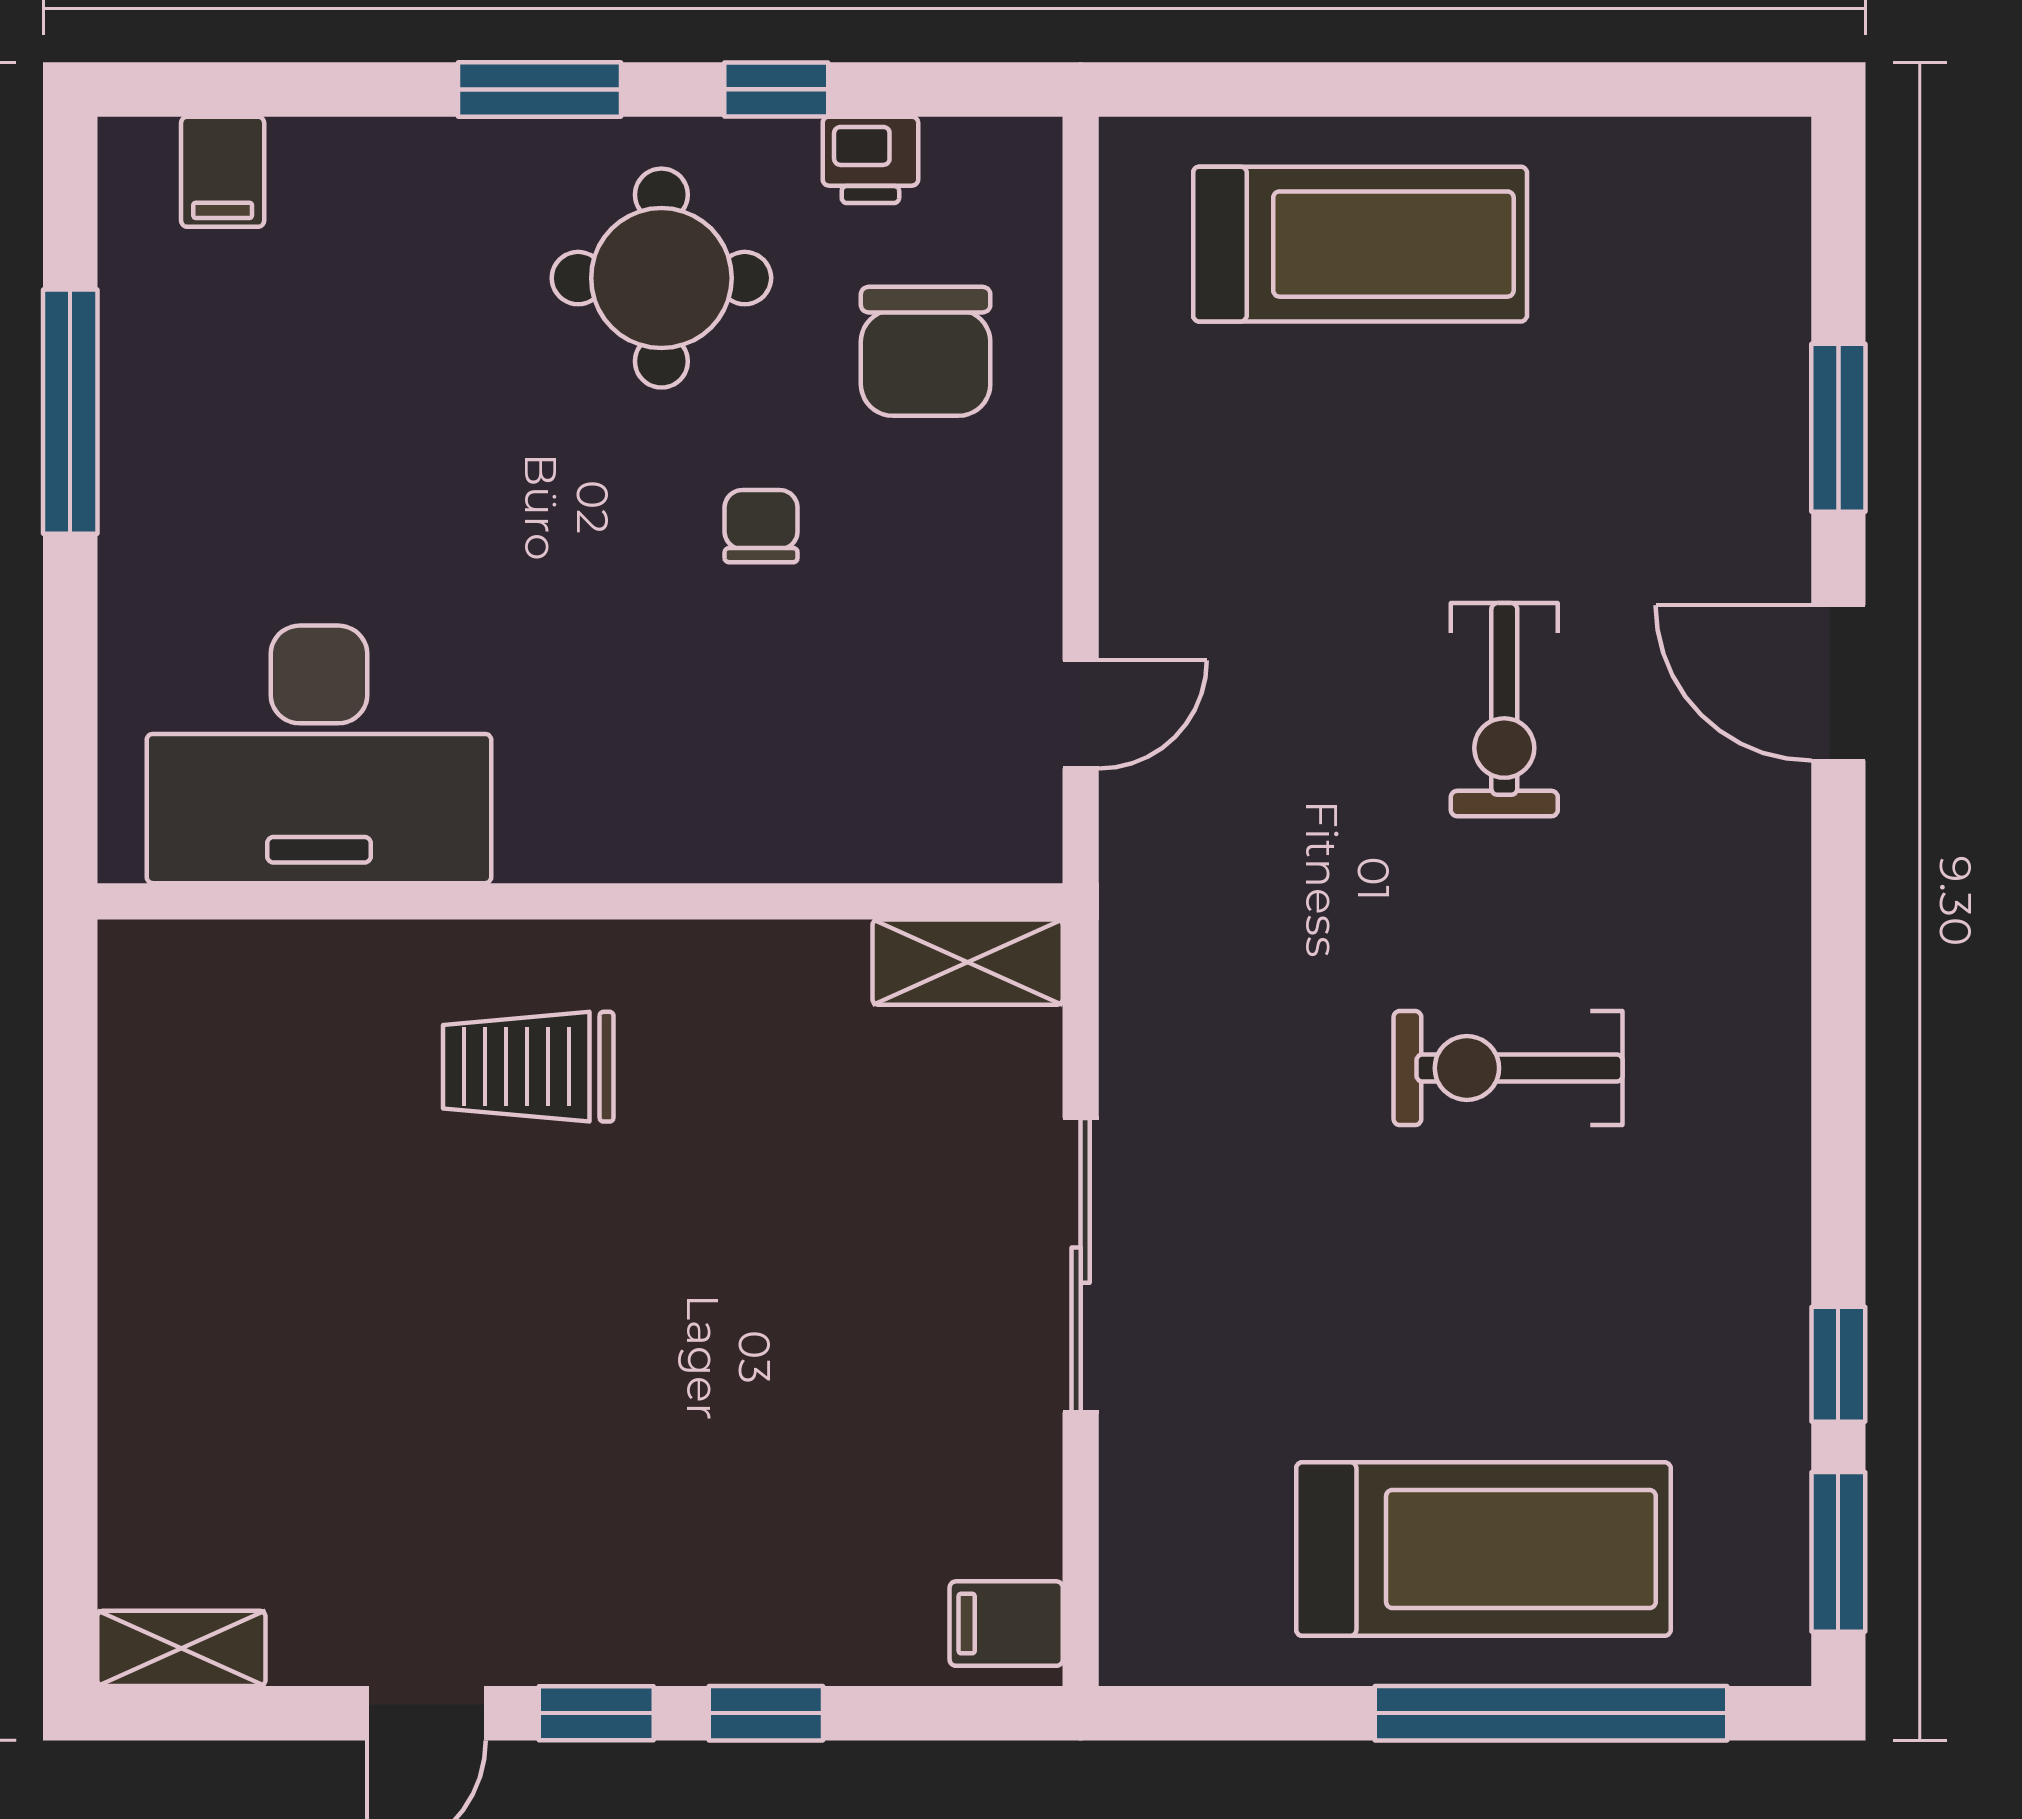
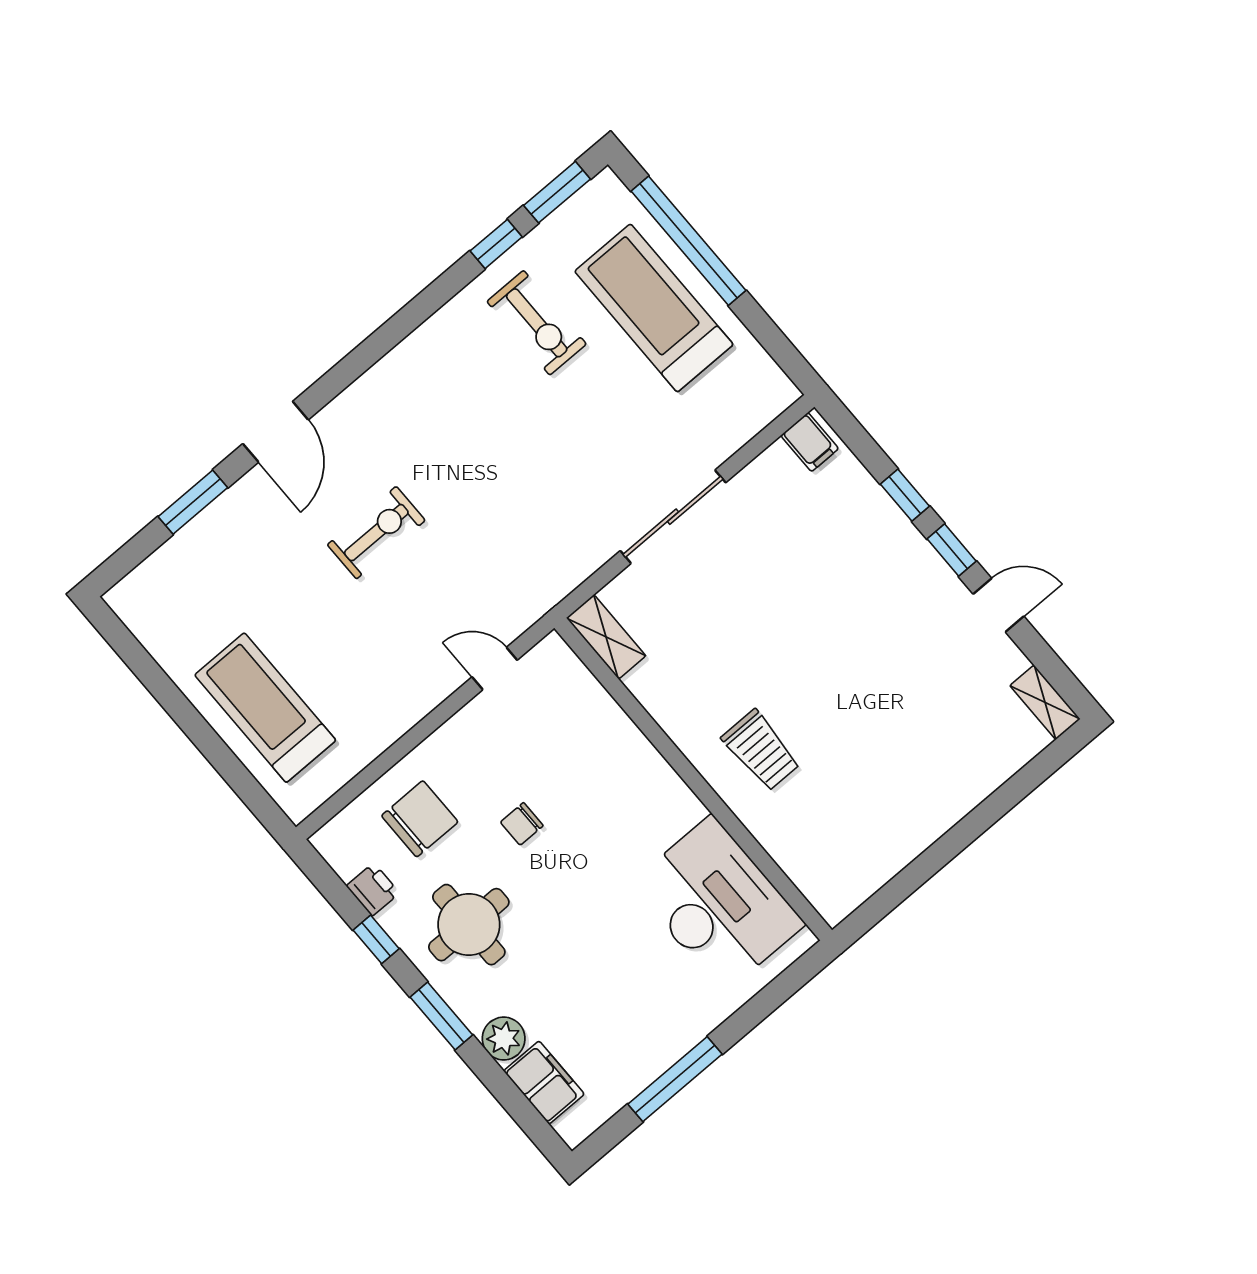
plant: (404, 167) -> (504, 1039), added
filing cabinet: (223, 172) -> (544, 1083), width x2.00
exercise bike: (1508, 1068) -> (537, 323), moved

